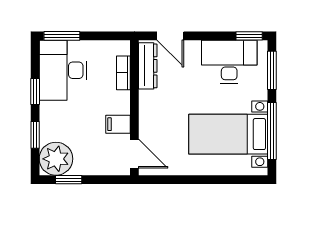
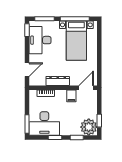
dresser: (148, 66) -> (58, 81), moved

